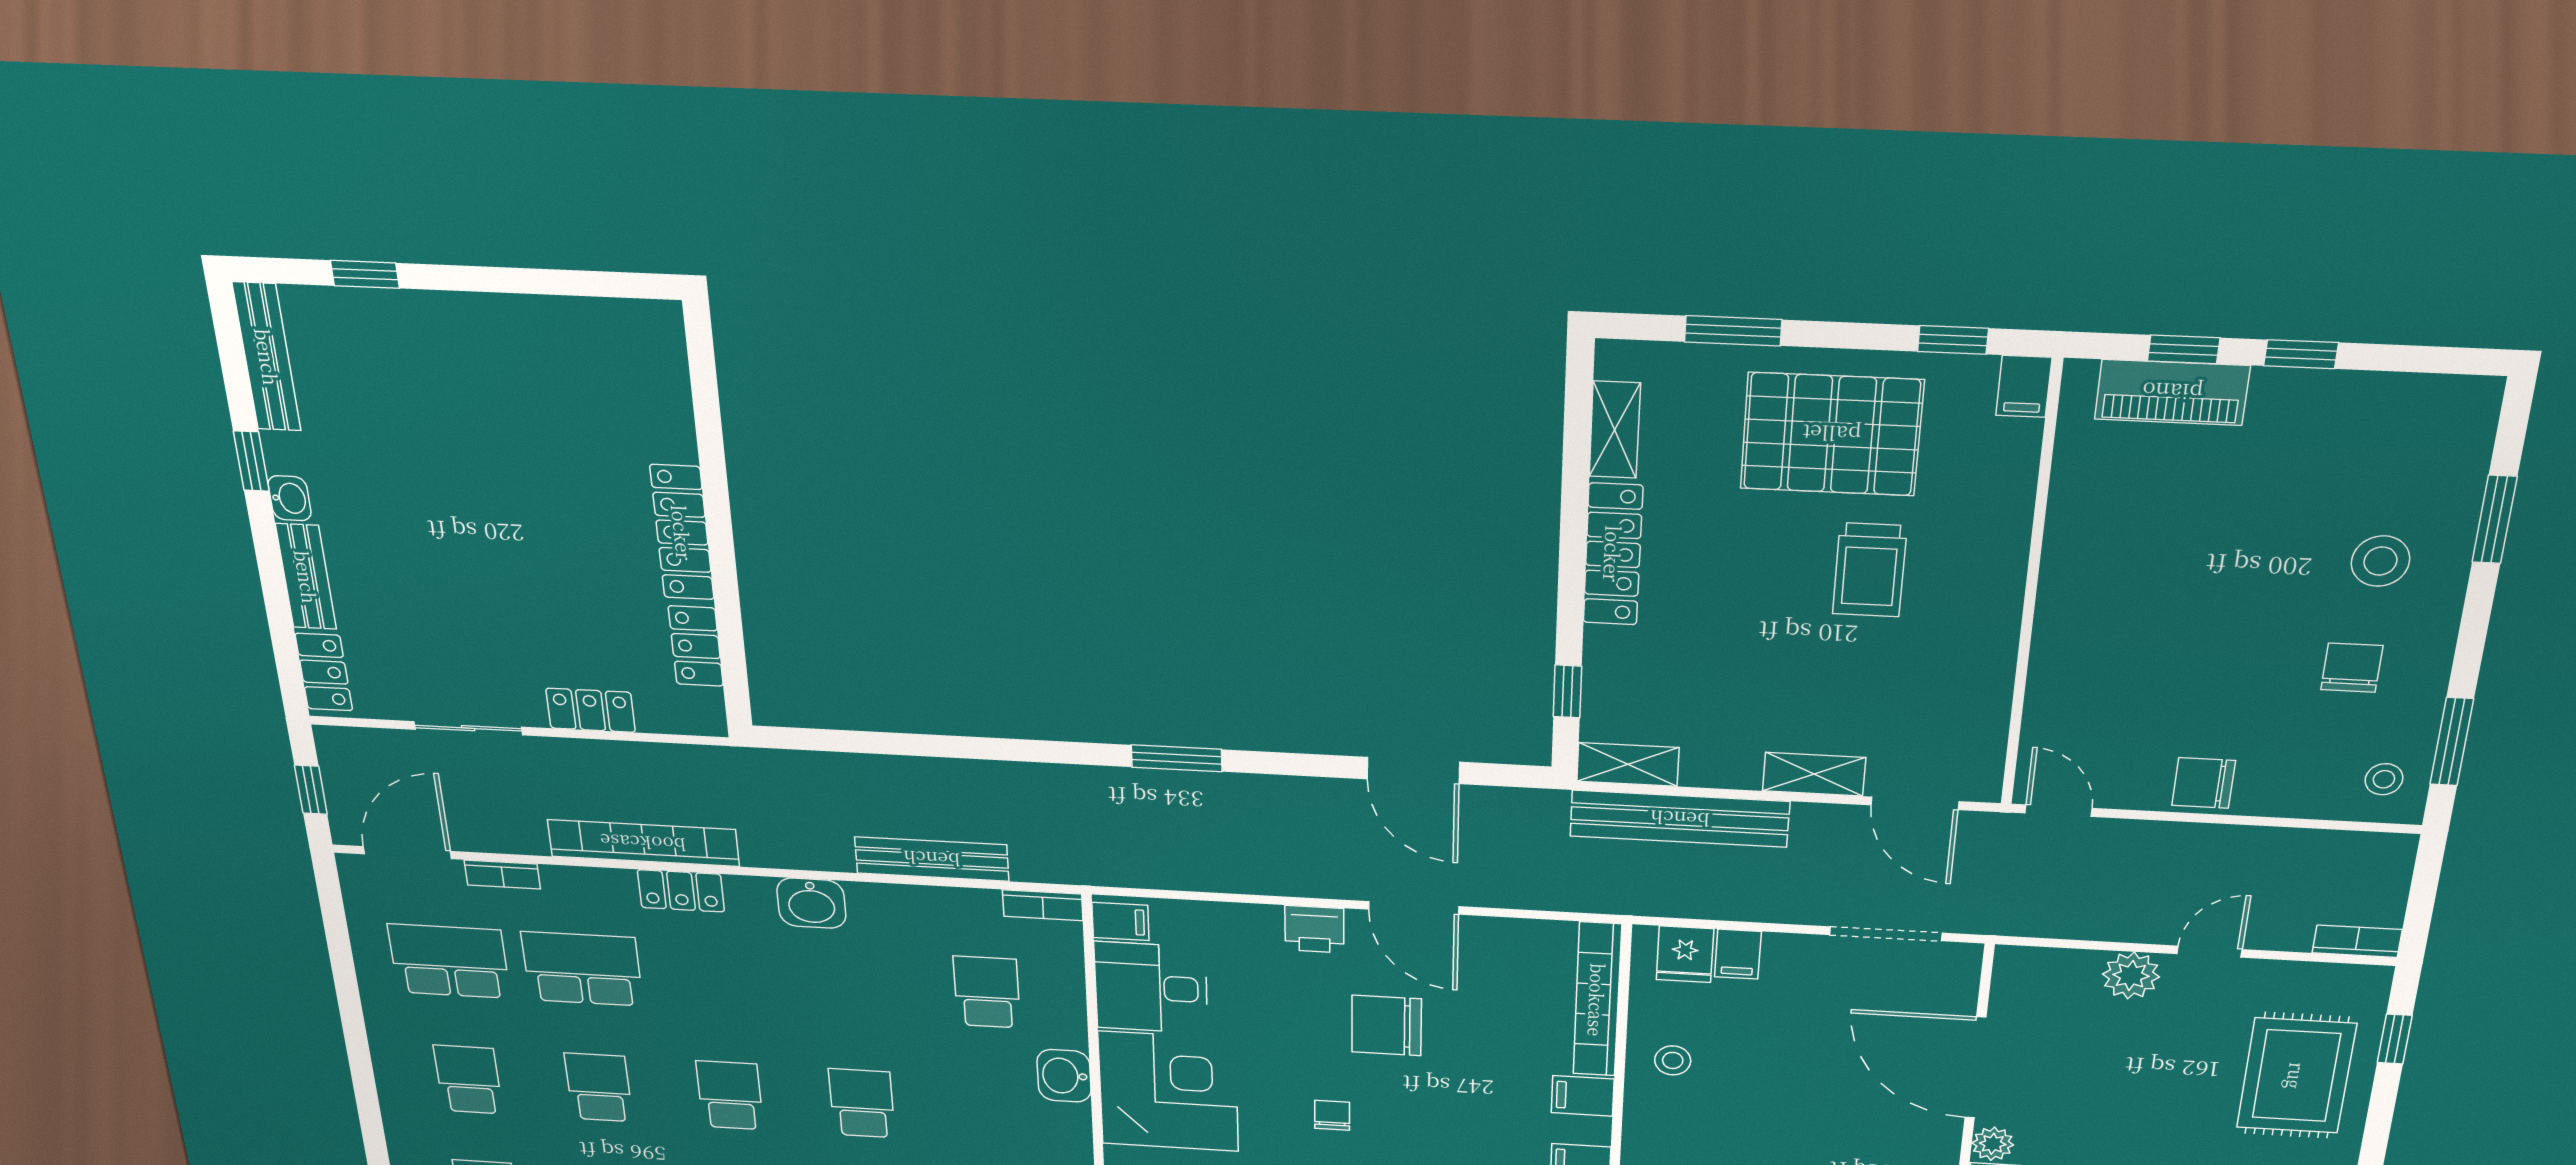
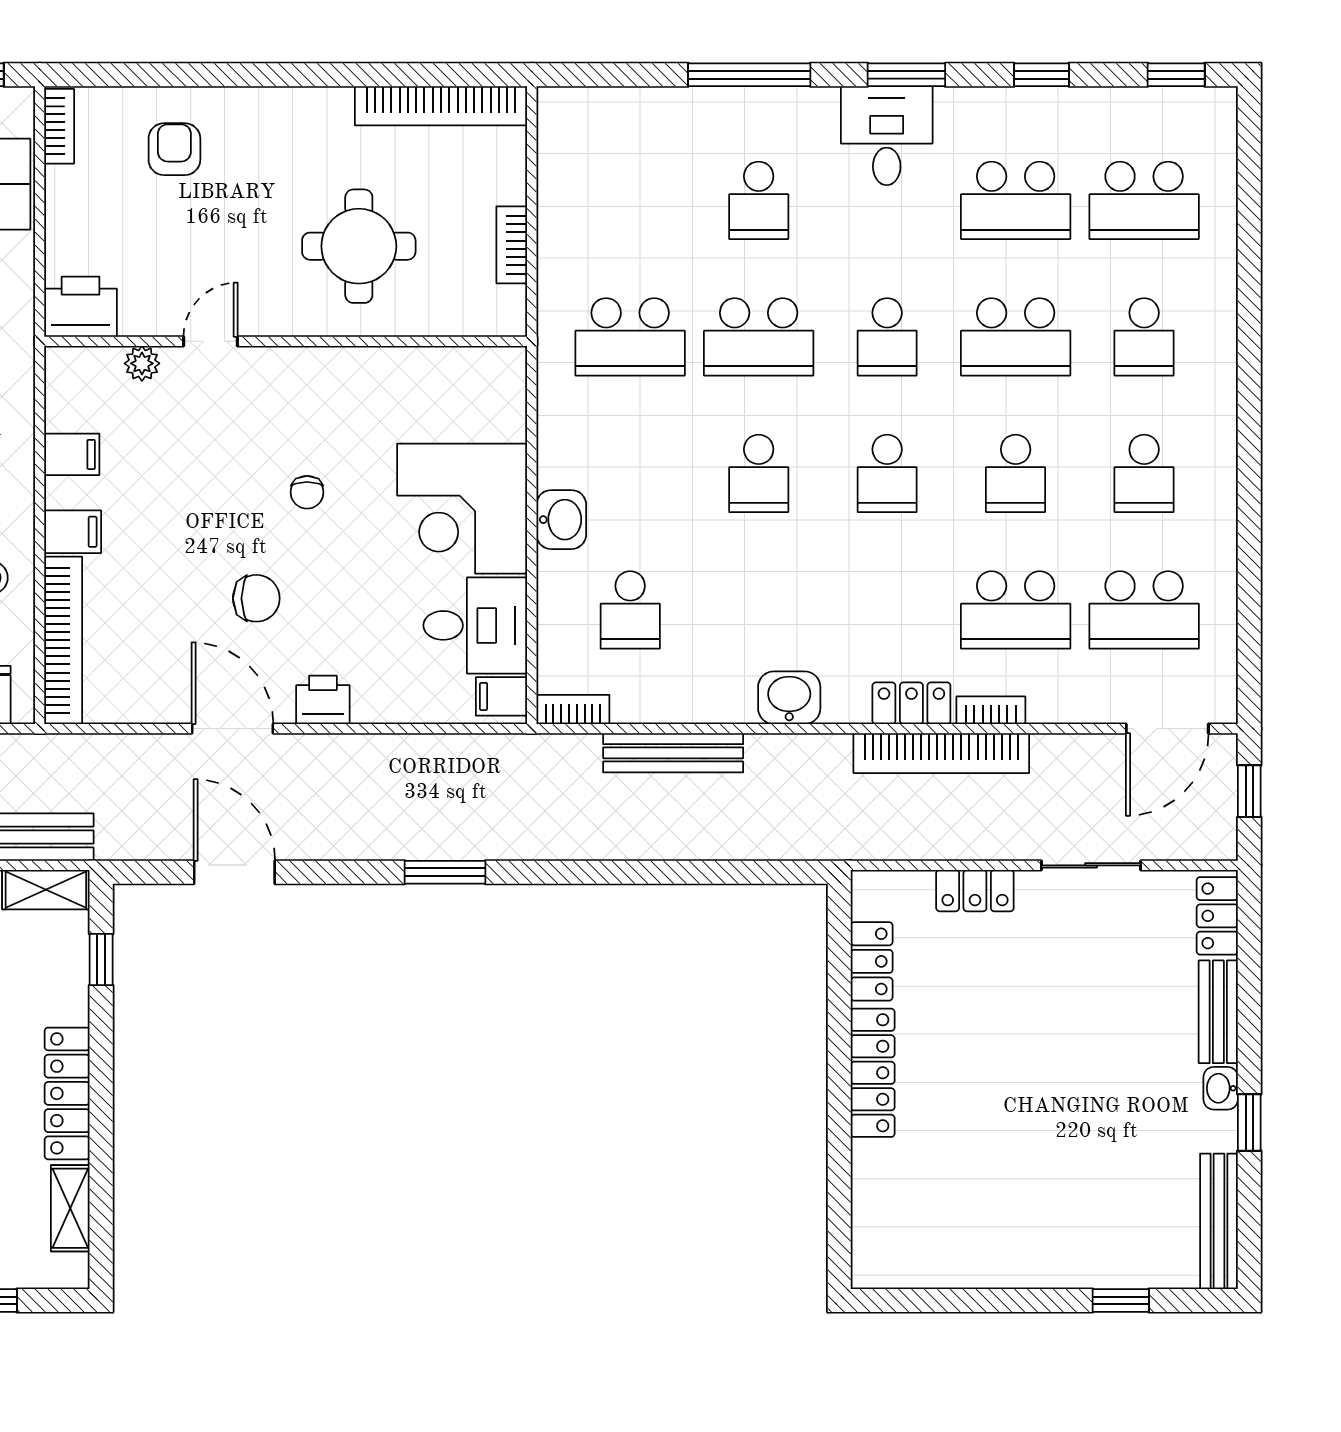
bookcase: (502, 875) -> (991, 710), moved
chair: (1386, 1025) -> (256, 598), width x0.73, depth x0.73

